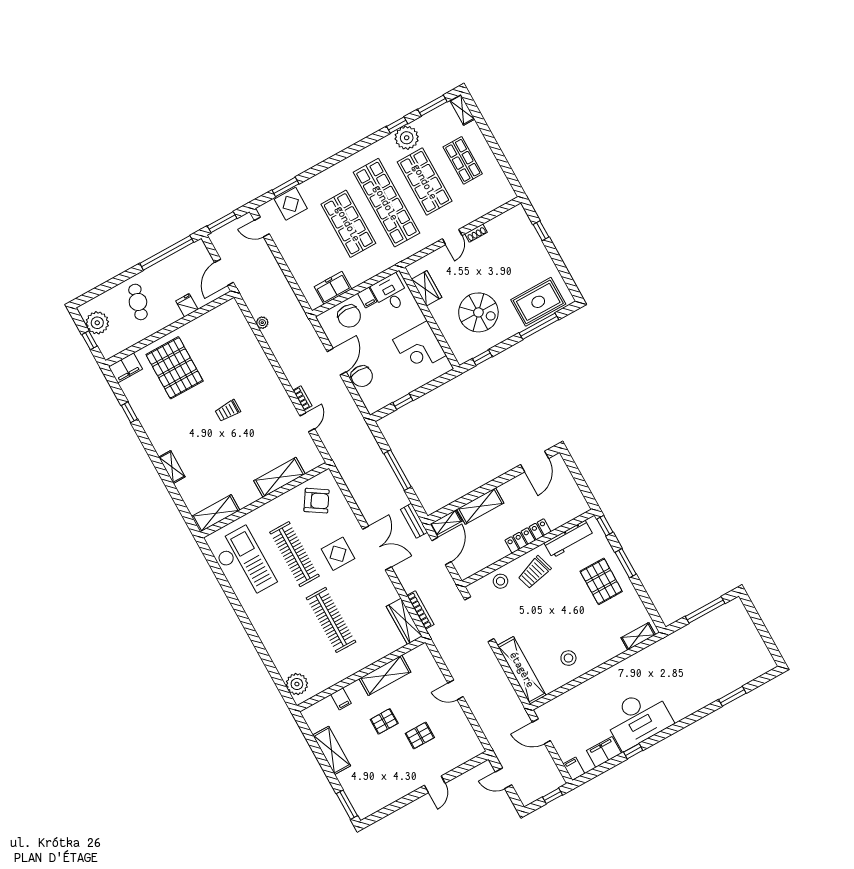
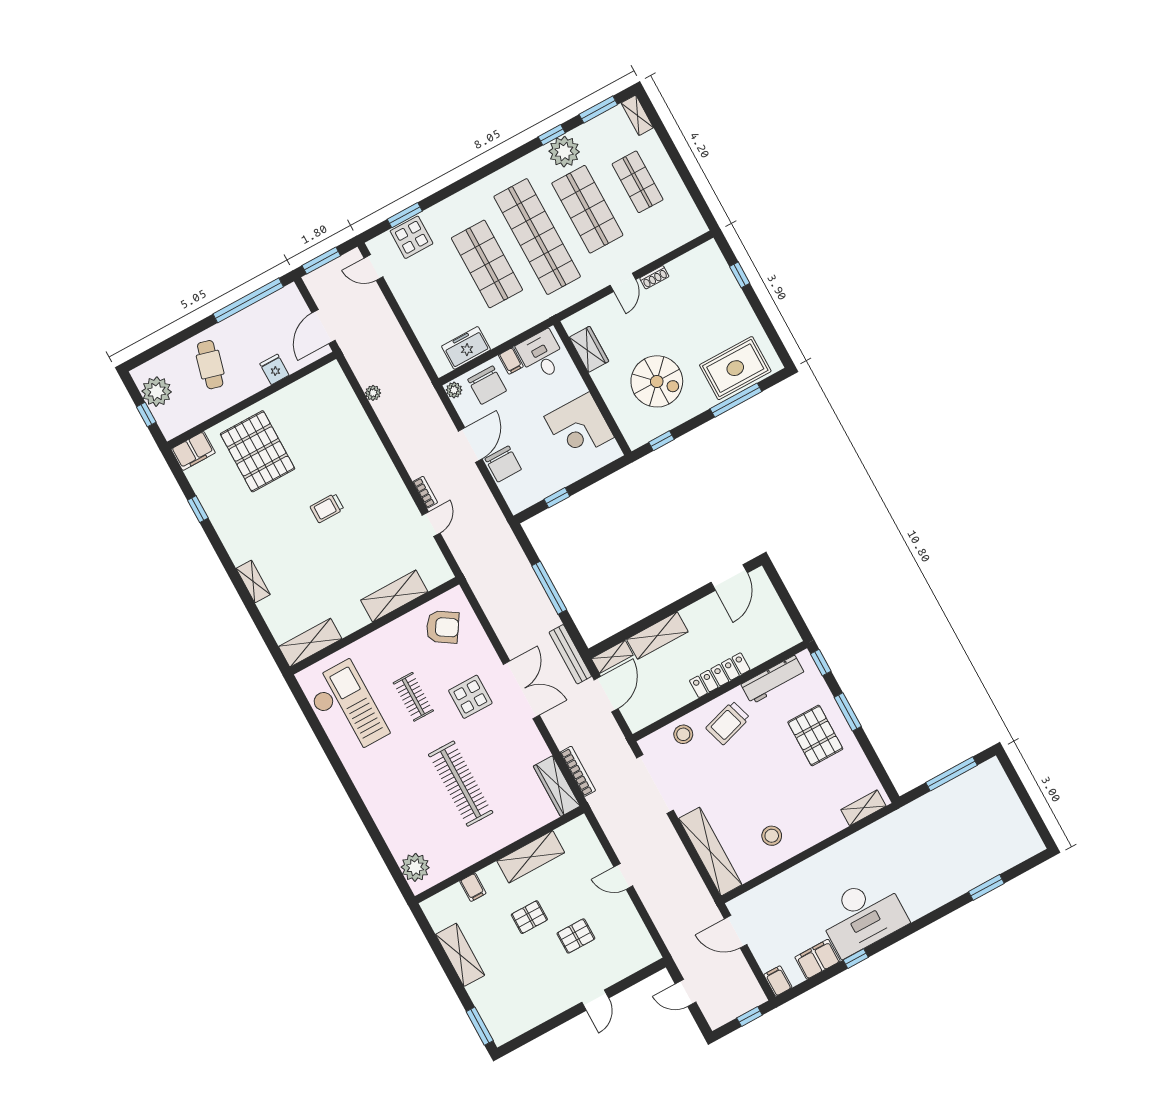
plant: (324, 320) -> (454, 390), added
bench: (414, 521) -> (570, 654), width x1.36
clothes rail: (295, 554) -> (413, 697), width x0.54, depth x0.76

